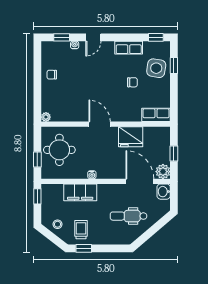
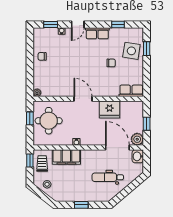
window: (156, 37) -> (118, 25), moved
row of seats: (129, 48) -> (97, 33), moved
window: (37, 159) -> (30, 118), moved
trolley: (81, 230) -> (42, 164), moved
window: (84, 248) -> (81, 205), moved

